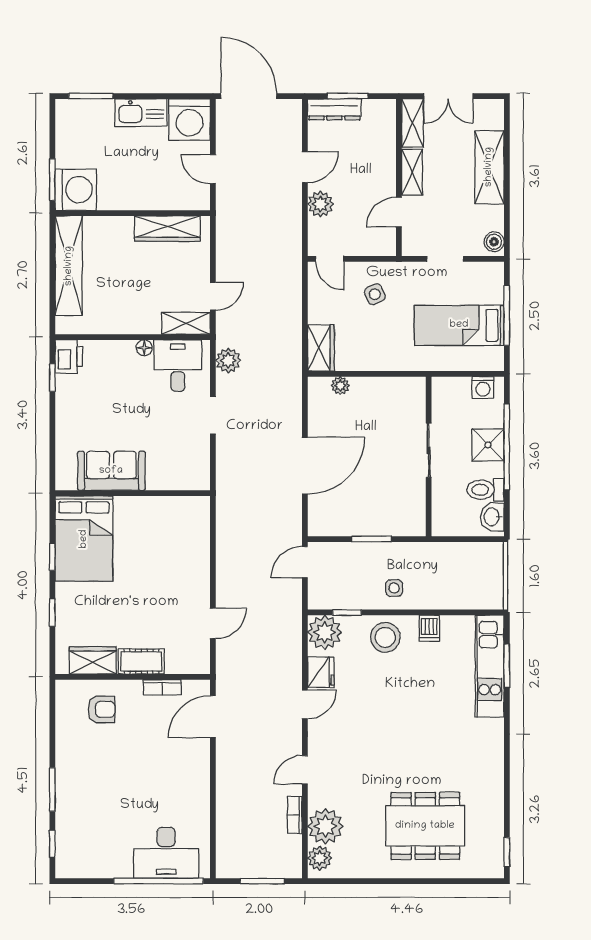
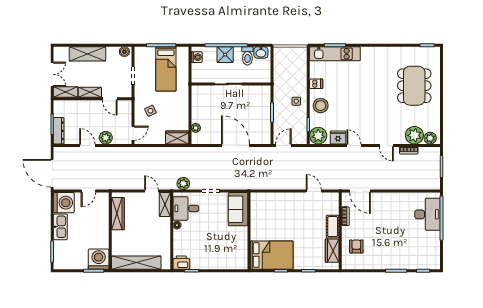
door: (249, 96) -> (52, 173), hinge flipped
sofa: (111, 471) -> (238, 209), moved
door: (305, 562) -> (283, 145), swing flipped

